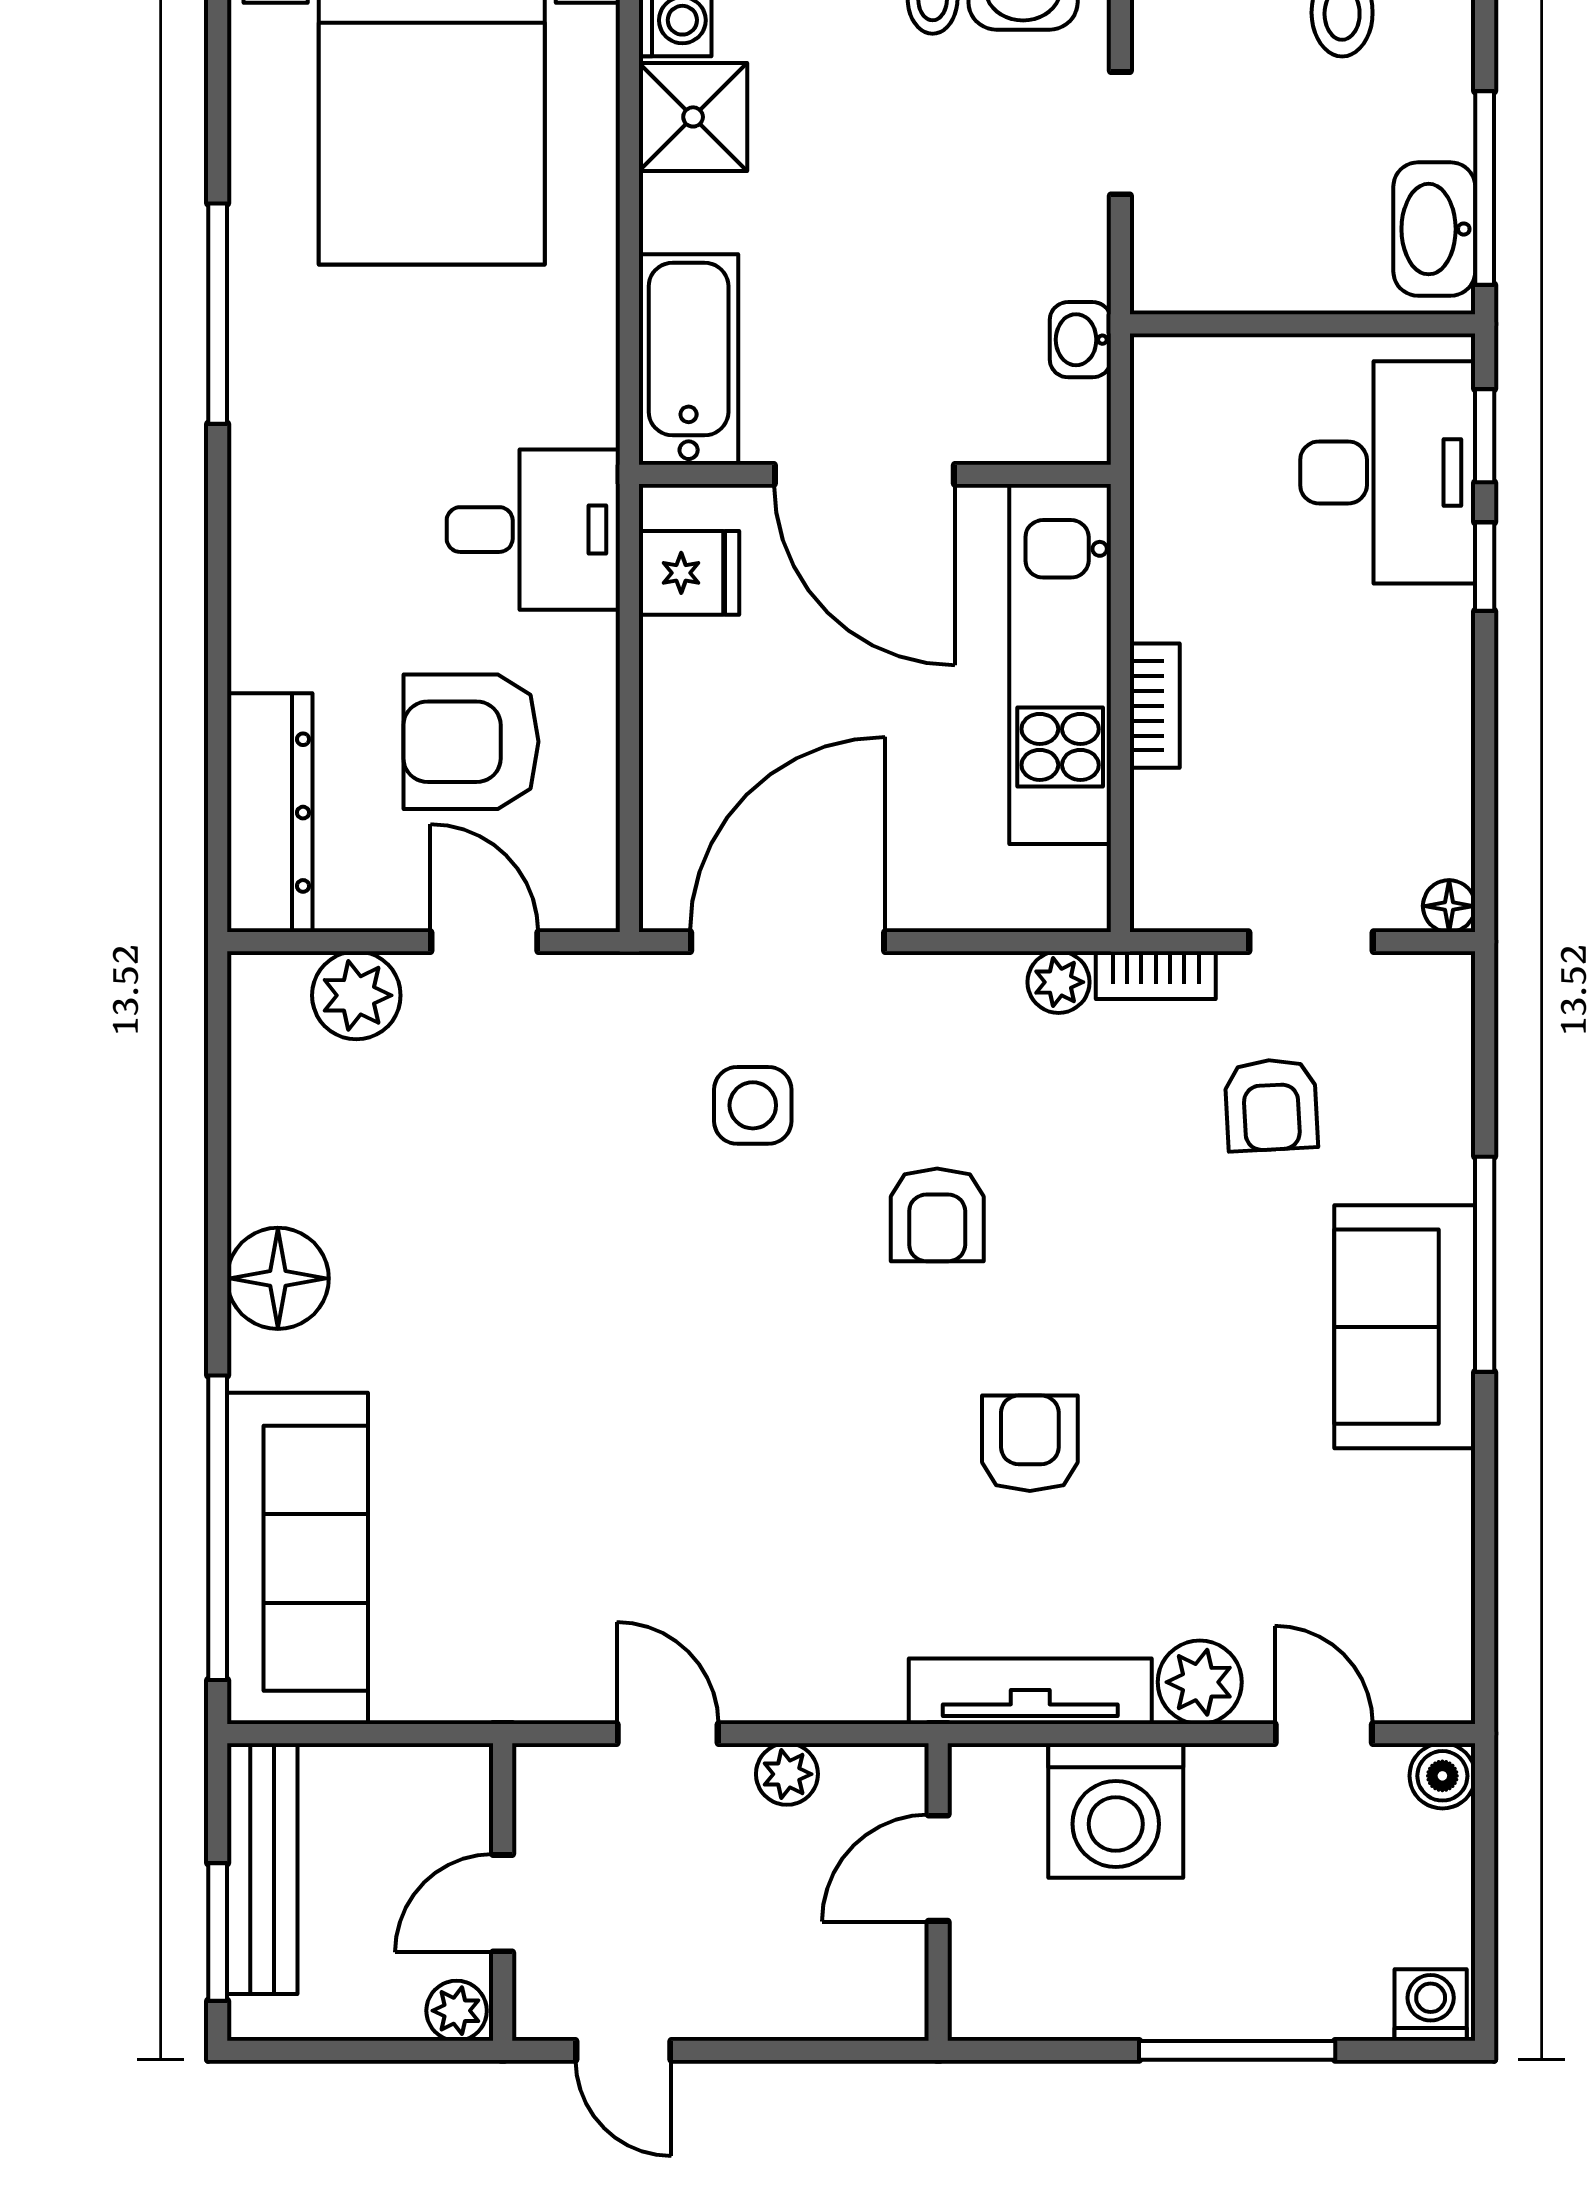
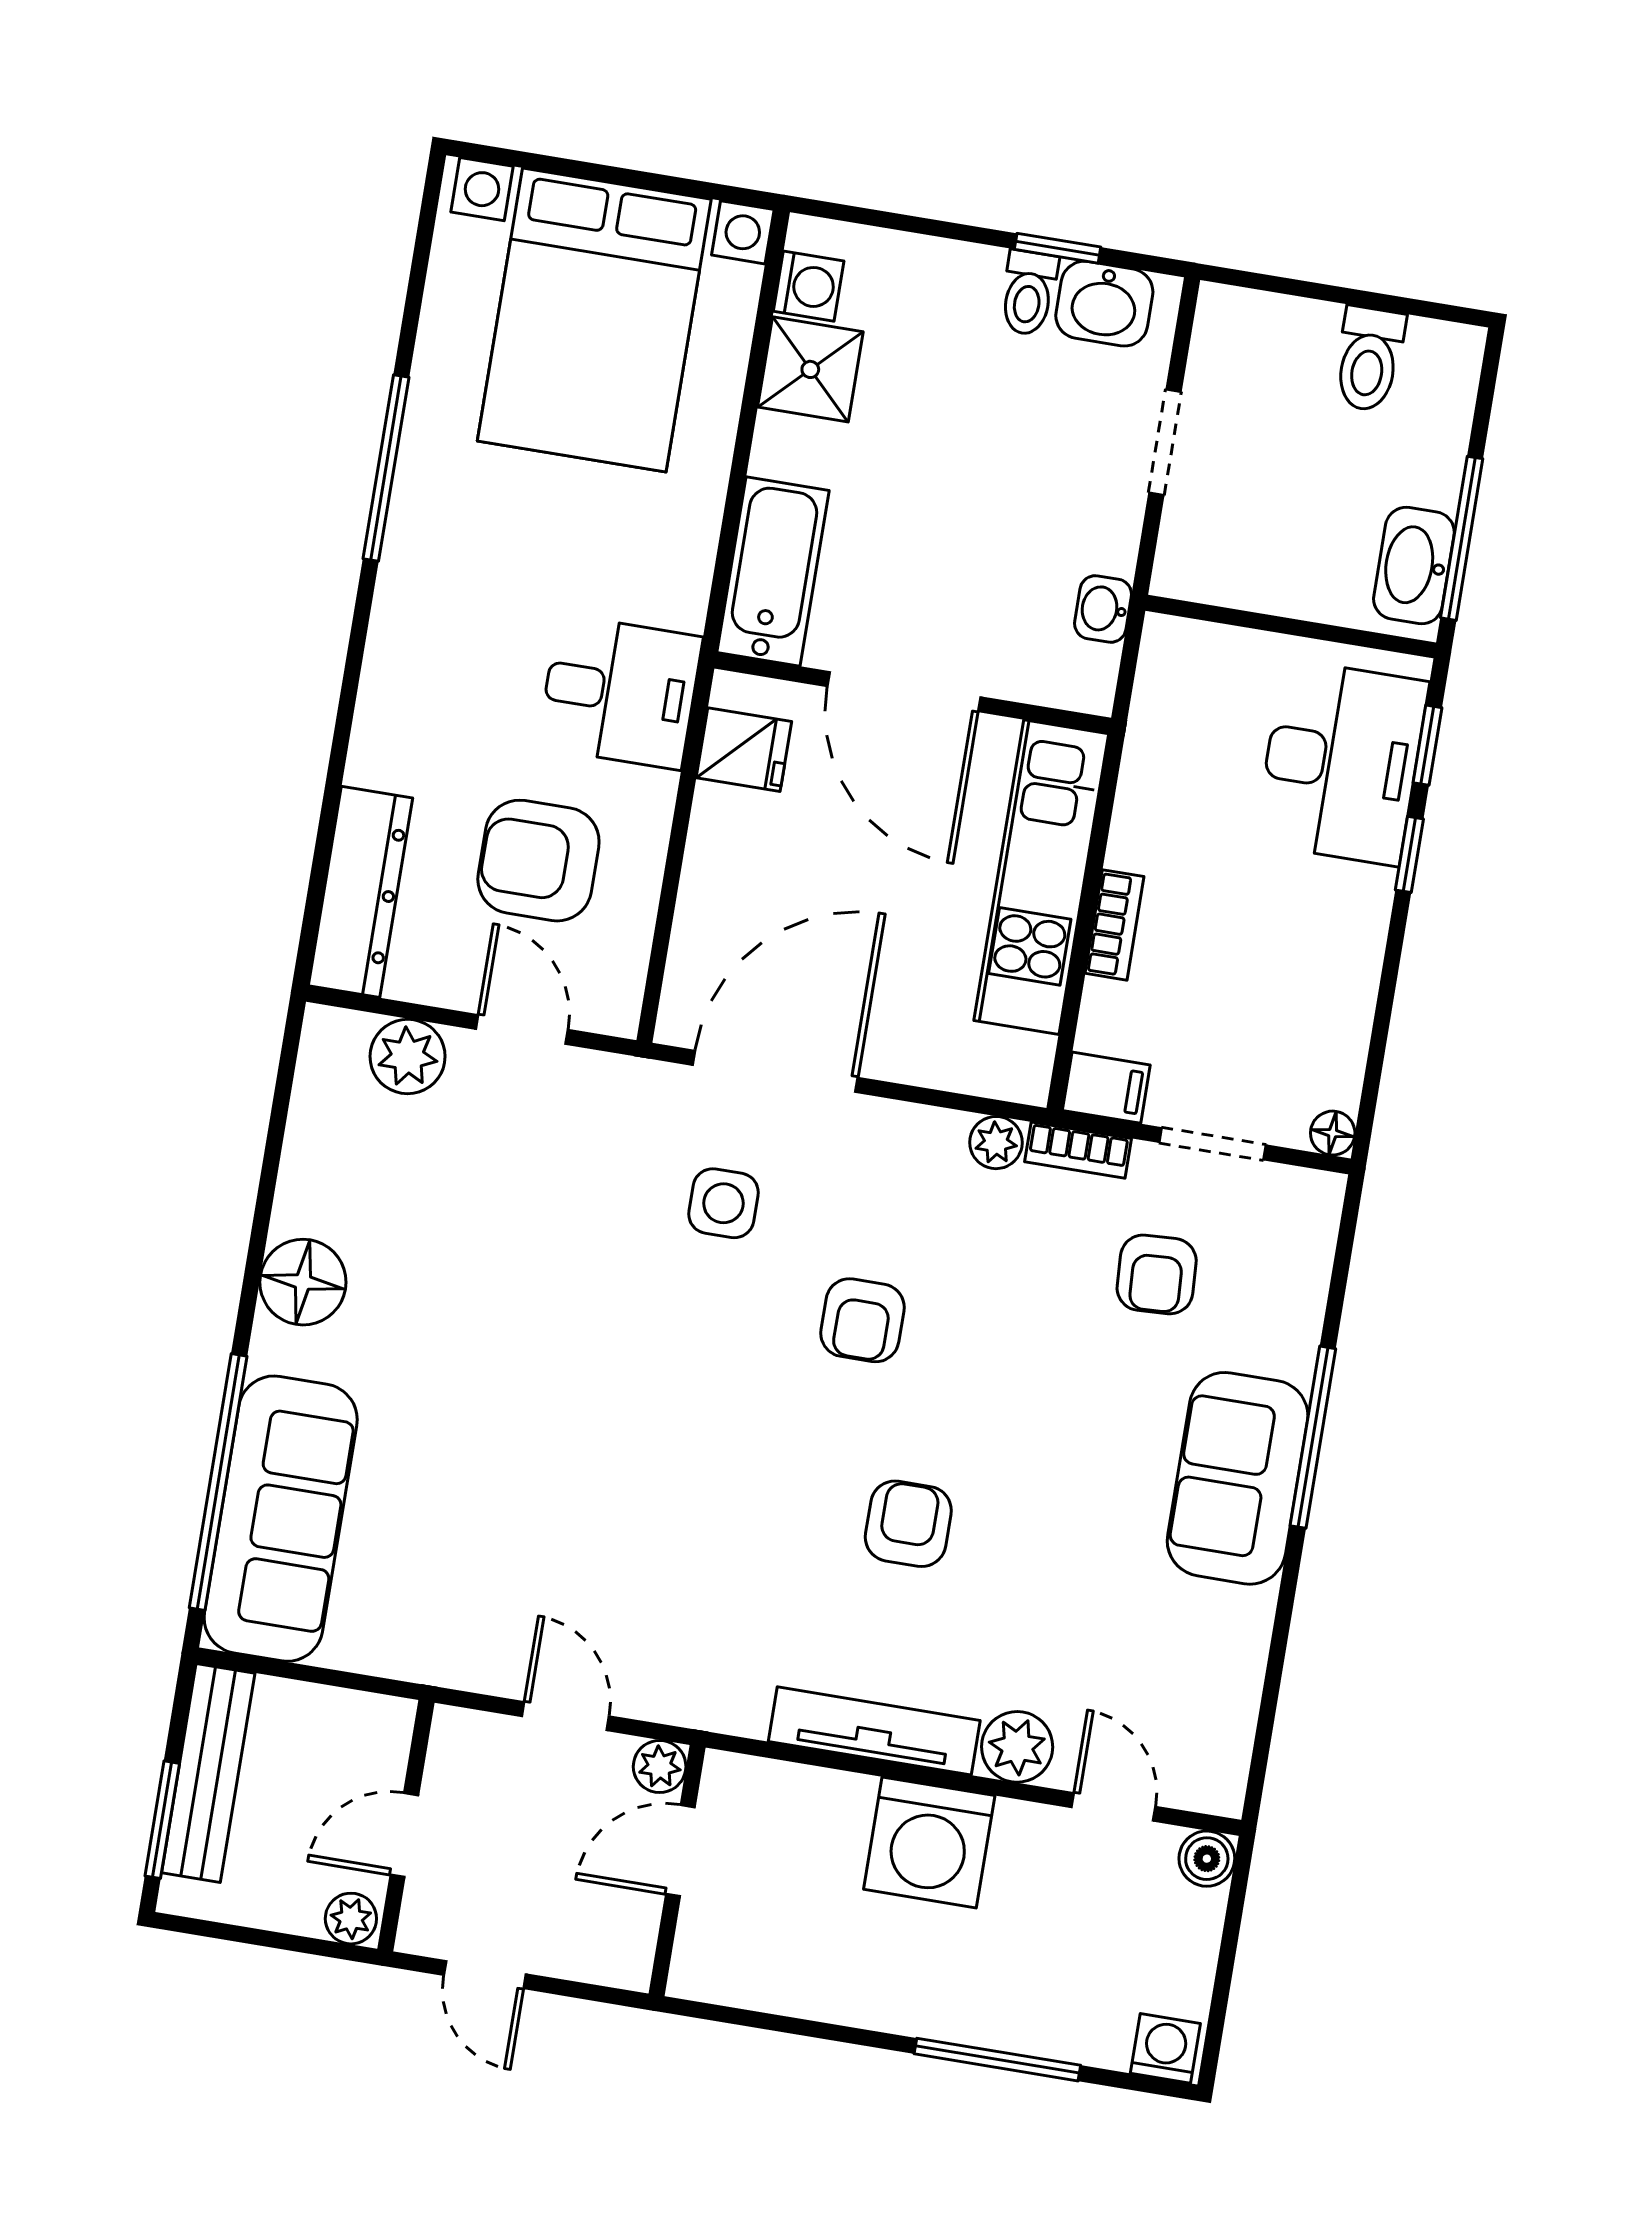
filing cabinet: (1177, 897) -> (1106, 1088), added
door: (938, 1868) -> (680, 1851), moved
wall: (938, 1892) -> (677, 1871), moved

